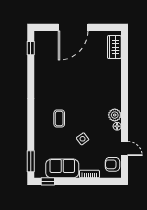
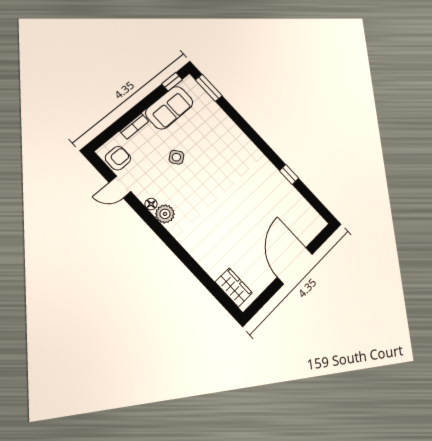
window: (31, 48) -> (289, 175), moved
coffee table: (59, 119) -> (221, 157), removed

